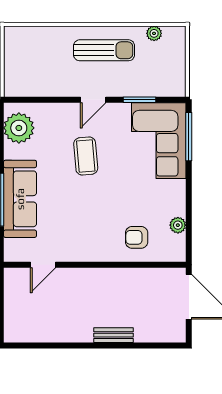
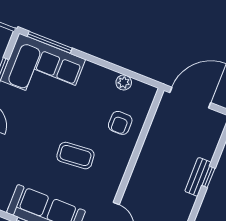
coffee table: (86, 156) -> (75, 156), moved
window: (118, 345) -> (208, 177), added

